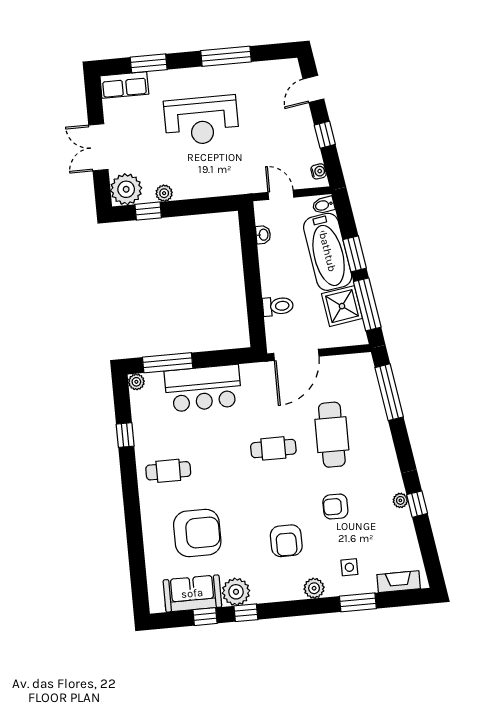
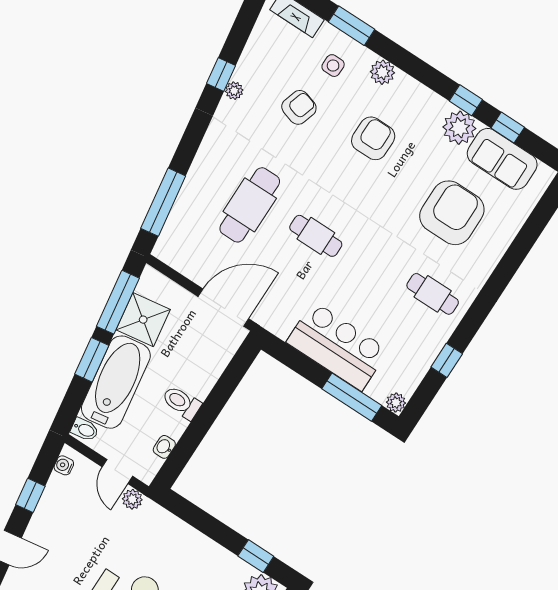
plant: (164, 193) -> (132, 499), moved
toilet: (278, 306) -> (182, 403), moved
armchair: (335, 507) -> (299, 107), moved, turned -73
armchair: (197, 533) -> (452, 213), turned 90

